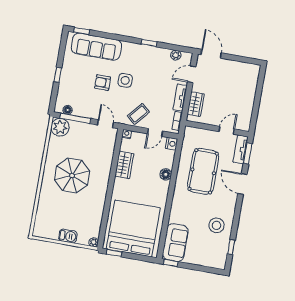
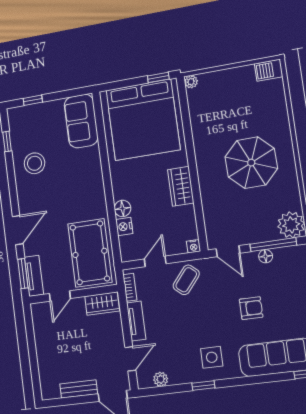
bench: (233, 65) -> (79, 389), added
side table: (125, 80) -> (212, 357), moved
wardrobe: (196, 104) -> (102, 304), moved, turned -90
floor lamp: (68, 110) -> (266, 256), moved
nightstand: (172, 144) -> (124, 226), moved
wardrobe: (124, 165) -> (181, 186), moved
pool table: (203, 171) -> (90, 253), moved
door: (242, 184) -> (18, 230), hinge flipped
barbecue: (68, 236) -> (269, 70), moved
window: (171, 263) -> (33, 100), moved

